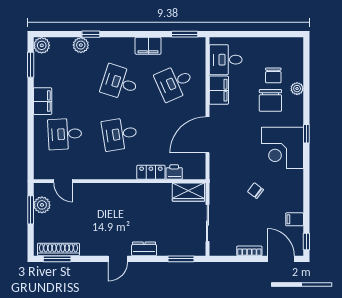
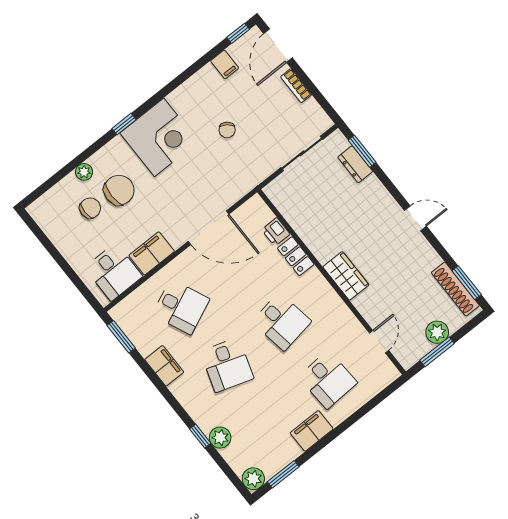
wardrobe: (188, 192) -> (346, 276), moved
plant: (42, 205) -> (437, 332), moved
dresser: (144, 249) -> (355, 164), moved

